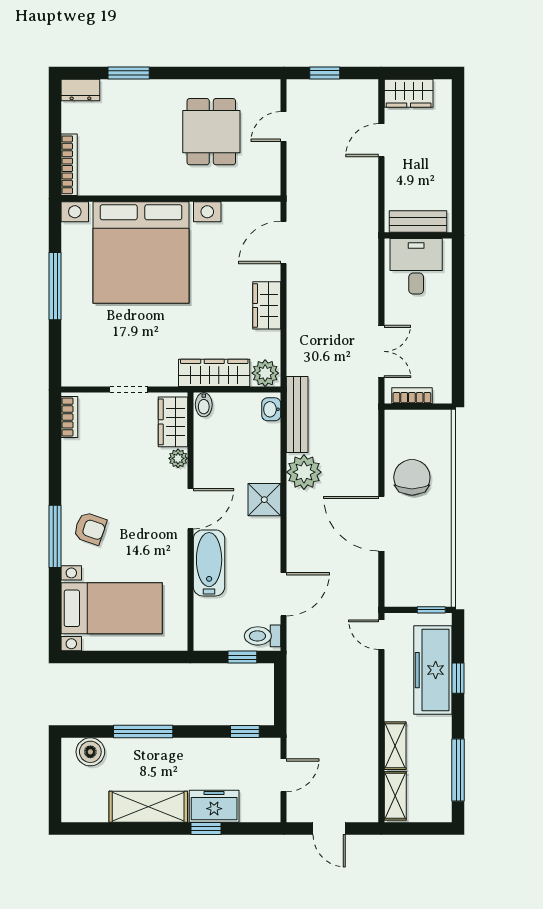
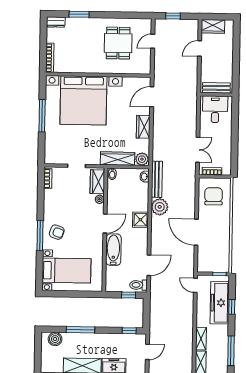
chair: (412, 477) -> (214, 196), moved

